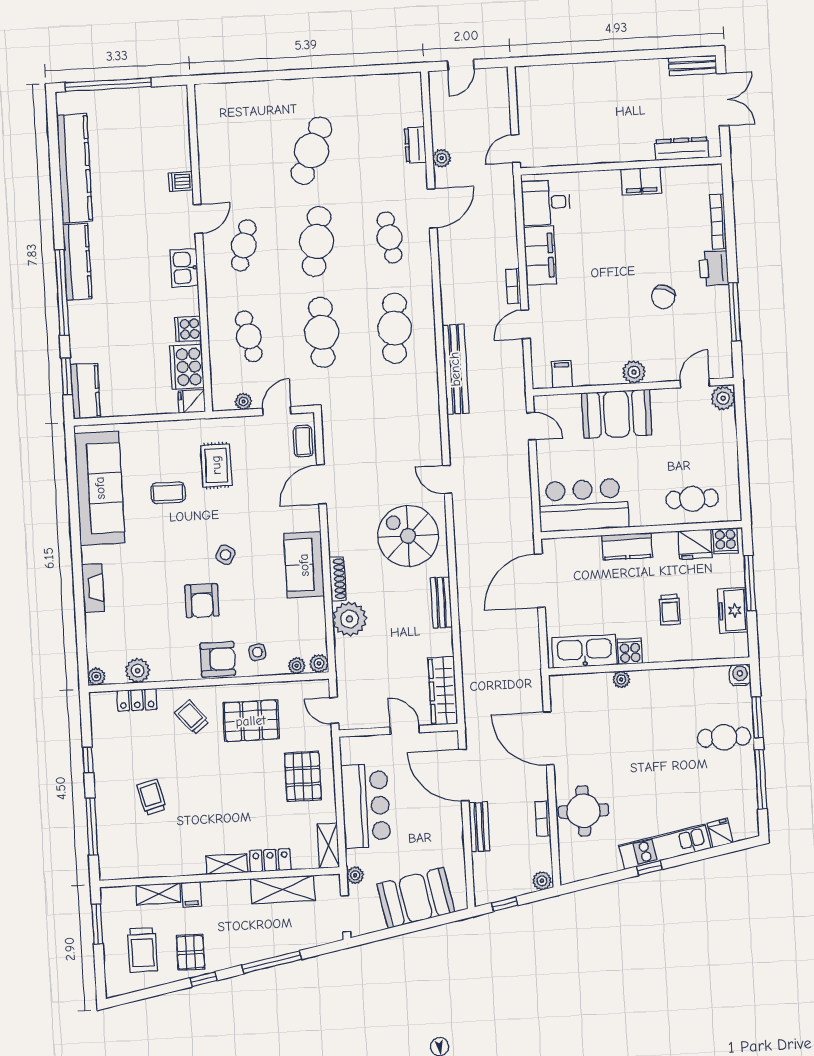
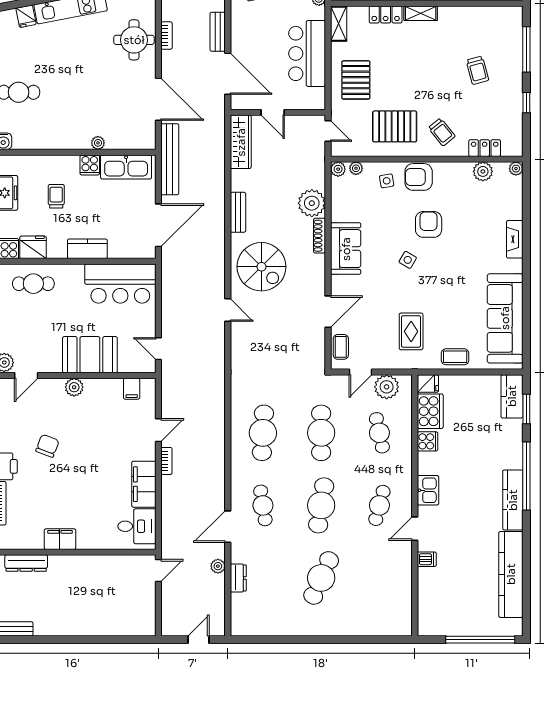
bench: (455, 369) -> (170, 159), moved
plant: (243, 401) -> (387, 387), width x1.88, depth x1.88
coffee table: (168, 493) -> (455, 357), moved

